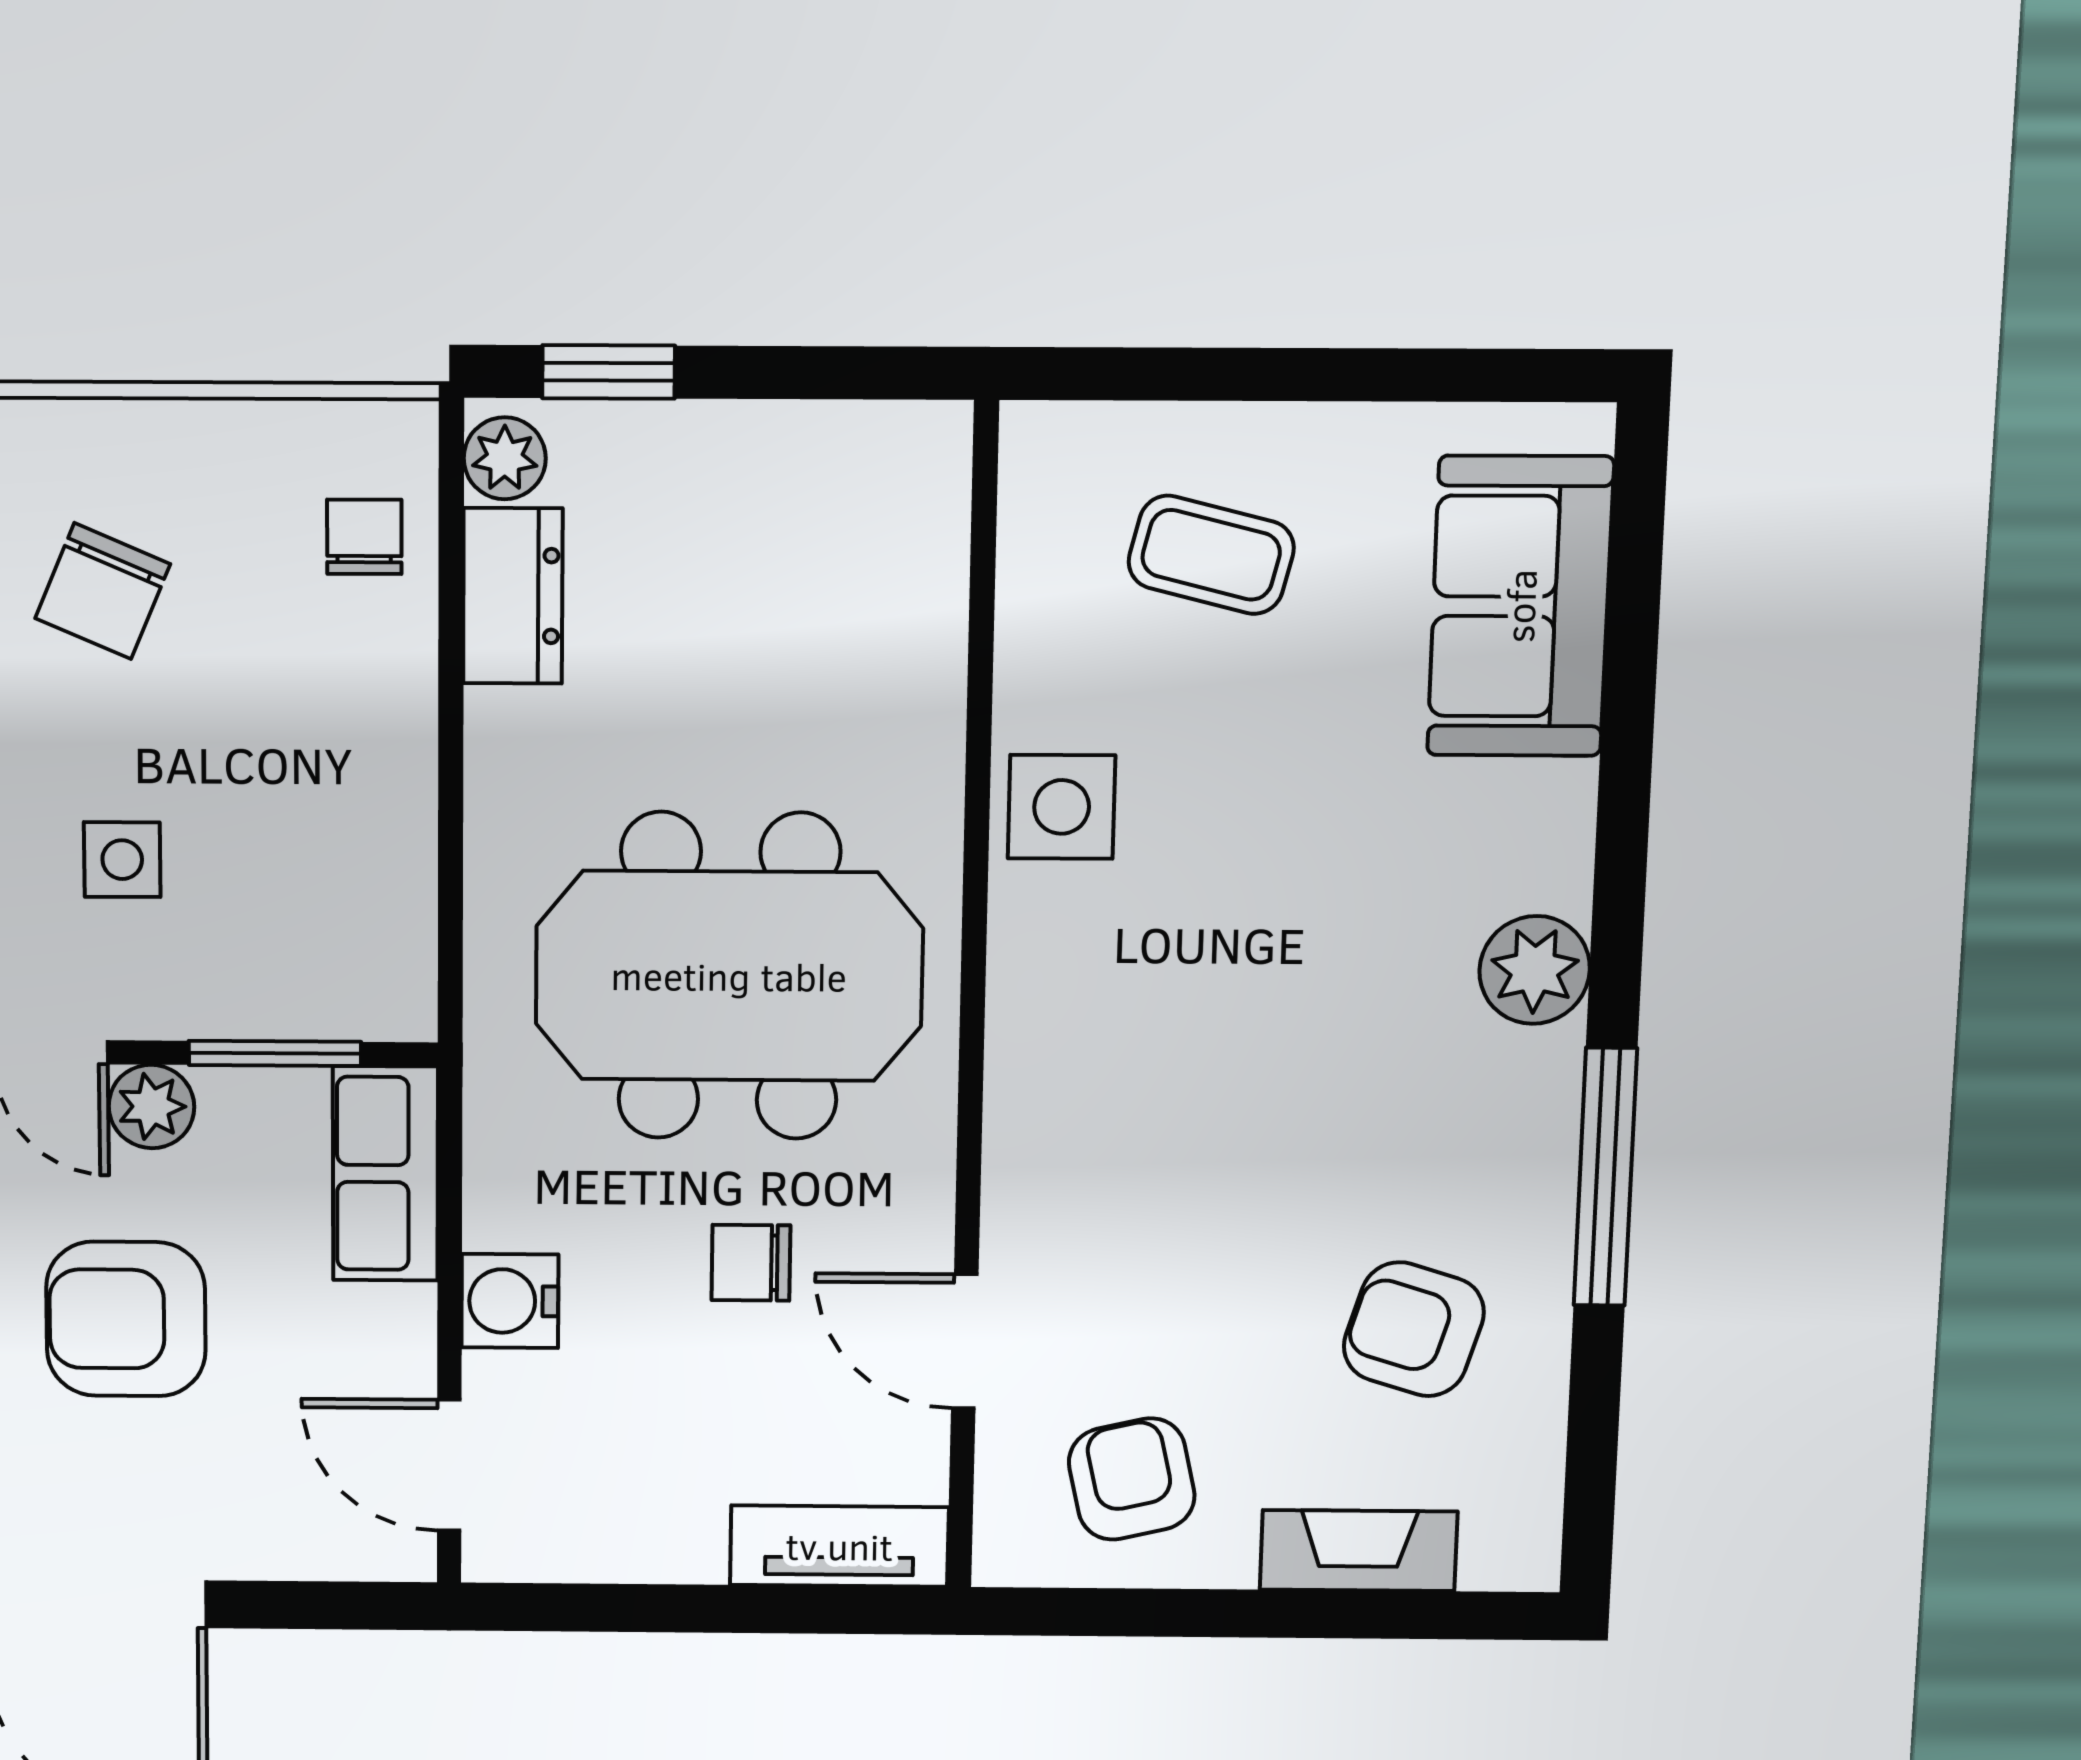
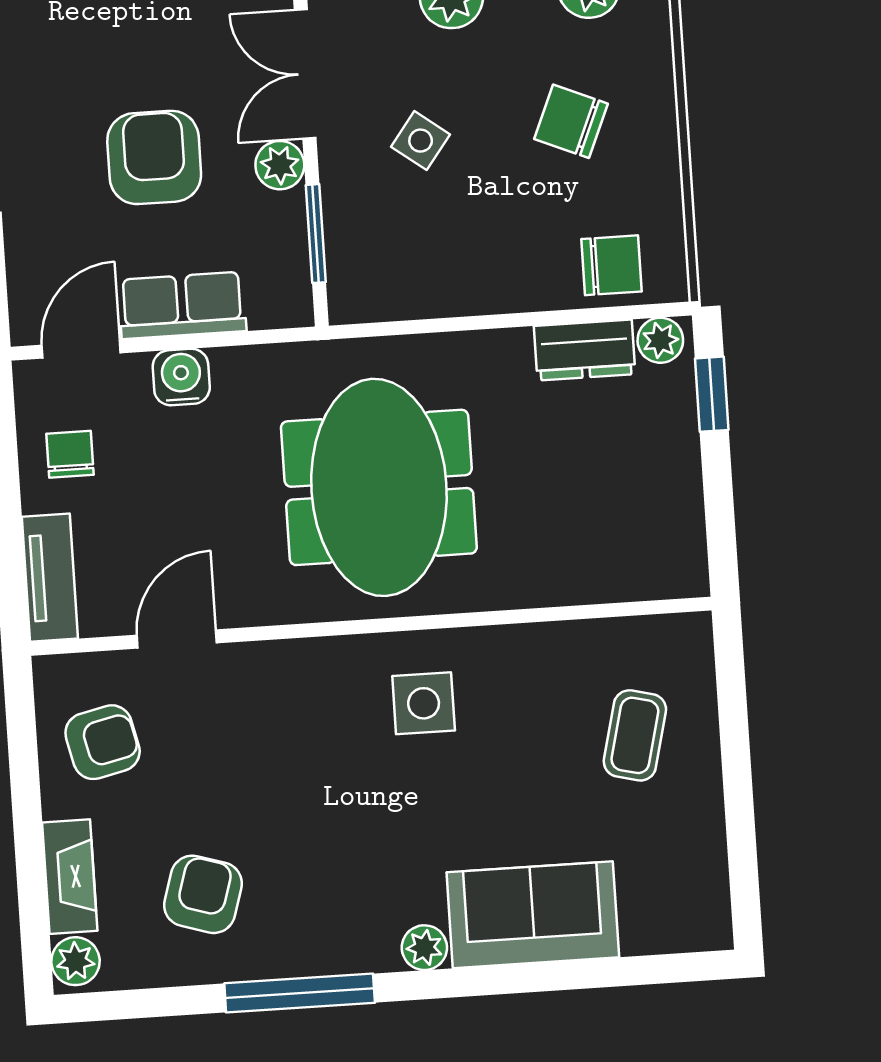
chair: (364, 537) -> (611, 265), width x1.37, depth x1.37
sofa: (1520, 606) -> (533, 915), moved
side table: (1062, 807) -> (424, 703), moved
side table: (122, 860) -> (421, 141), turned 37
plant: (1535, 970) -> (424, 948), width x0.73, depth x0.73
row of seats: (385, 1174) -> (182, 305), moved
chair: (751, 1263) -> (70, 454), moved
plant: (1506, 1552) -> (76, 961), added

